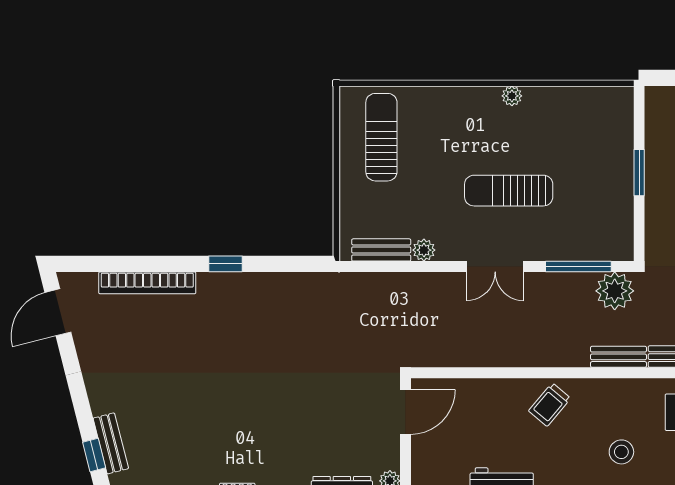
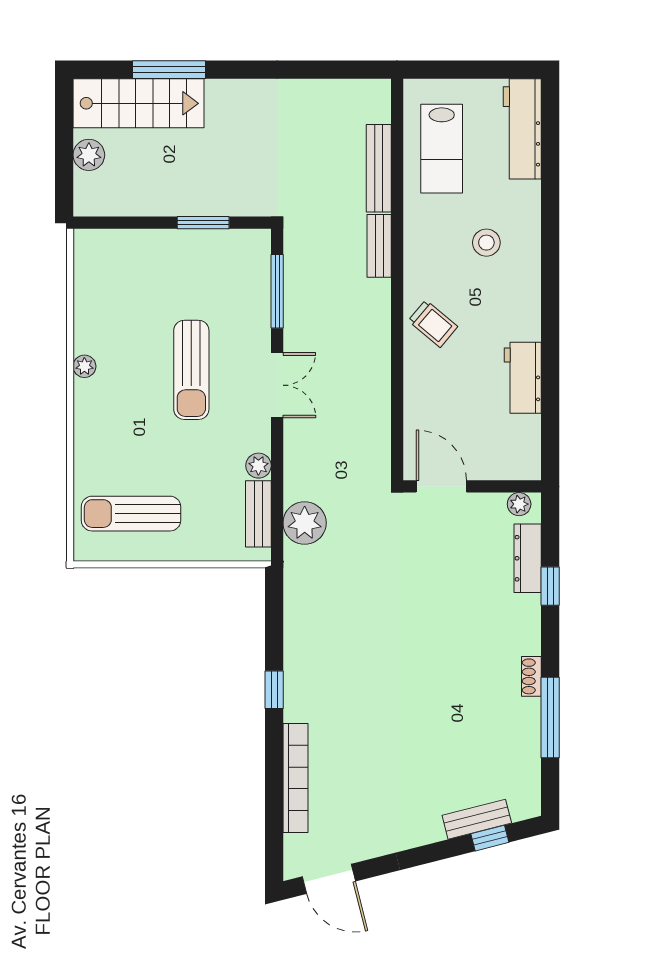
window: (639, 173) -> (203, 223), moved
plant: (615, 291) -> (305, 523), moved

